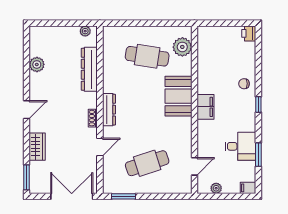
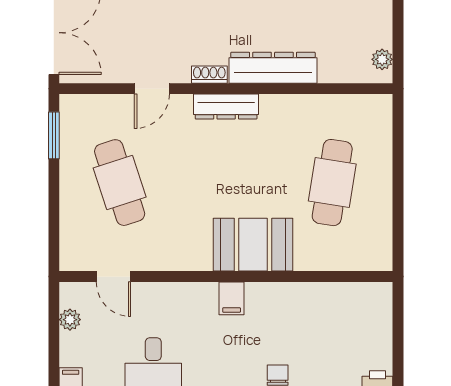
plant: (182, 47) -> (351, 252), removed
dresser: (89, 69) -> (273, 68), moved
filing cabinet: (205, 107) -> (232, 298), width x0.50
door: (100, 147) -> (152, 89), hinge flipped

